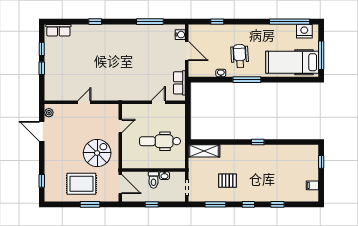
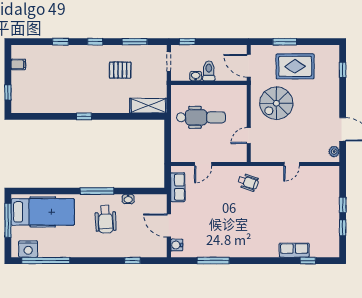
window: (95, 22) -> (308, 261), moved
row of seats: (58, 30) -> (294, 250), moved
wheelchair: (121, 87) -> (248, 182), added
window: (152, 204) -> (187, 42), moved

